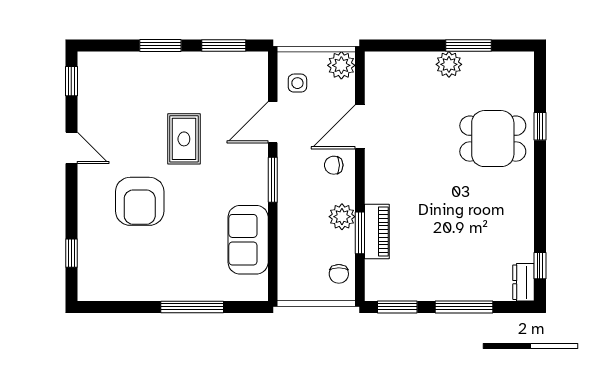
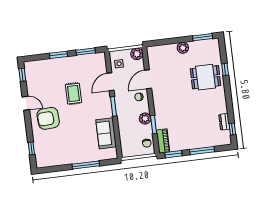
window: (468, 46) -> (203, 37), moved
armchair: (140, 201) -> (48, 118), moved, turned 87
piano: (377, 232) -> (163, 141), moved
dresser: (523, 282) -> (224, 122), moved

